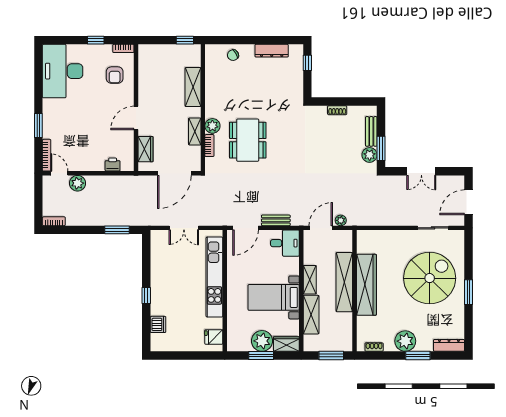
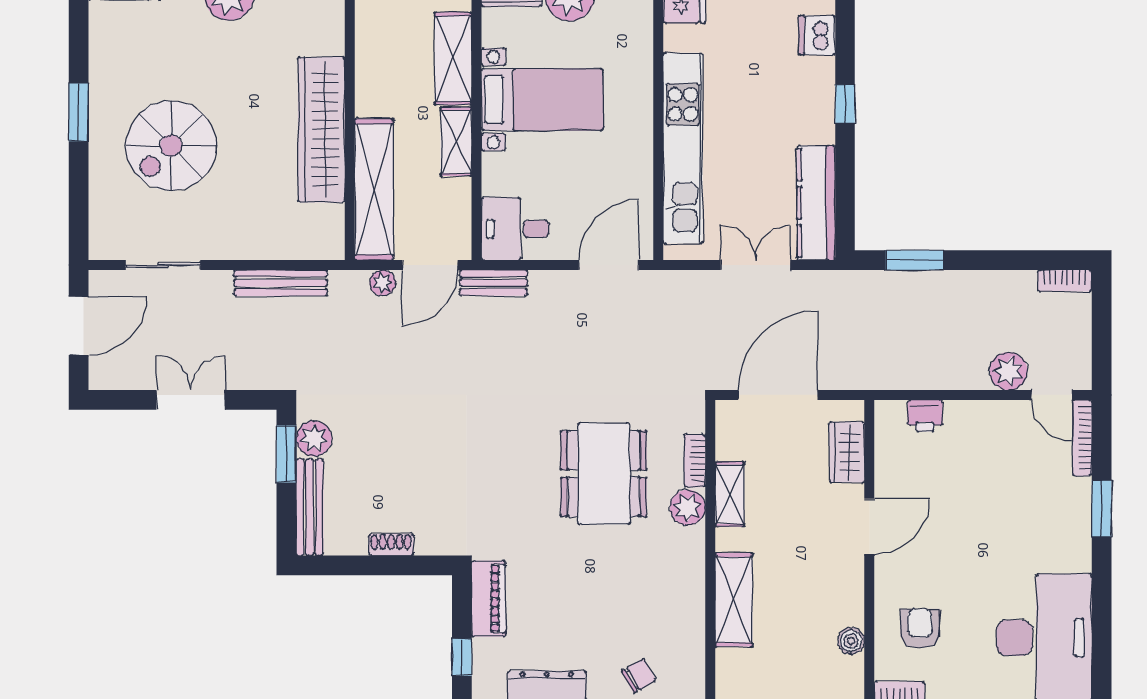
boiler: (144, 70) -> (851, 641), added
piano: (296, 88) -> (489, 599), added
bench: (371, 131) -> (310, 507), width x1.36
bench: (276, 220) -> (494, 283), moved
bench: (384, 220) -> (281, 283), added
kitchen counter: (158, 254) -> (816, 203), added
spiral stairs: (430, 278) -> (171, 146), width x0.73, depth x0.73
shelving: (344, 282) -> (374, 189), moved

